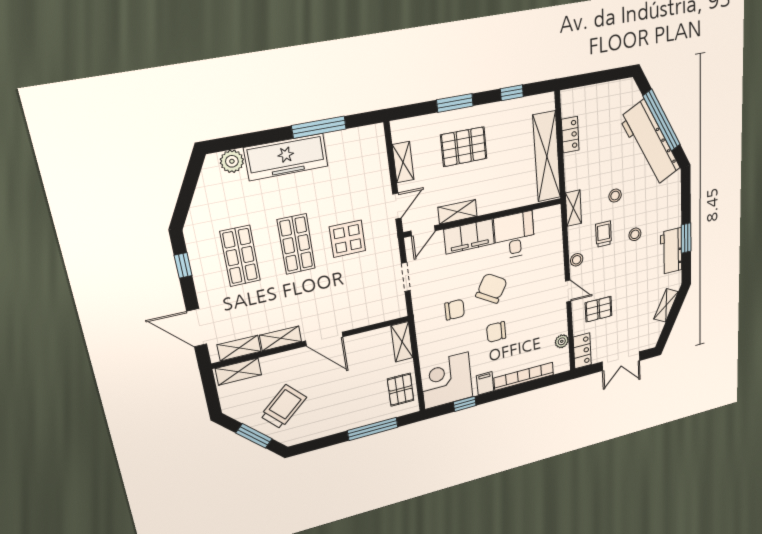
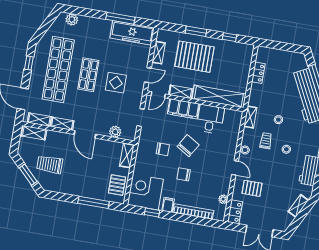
pallet: (464, 147) -> (194, 57), width x1.37, depth x1.41
freezer: (286, 157) -> (132, 33), moved
shelving: (547, 157) -> (219, 96), moved, turned 90
shop shelf: (240, 256) -> (58, 69), width x2.00, depth x1.36
plant: (372, 315) -> (115, 132), added
trolley: (283, 407) -> (50, 165), turned -138

